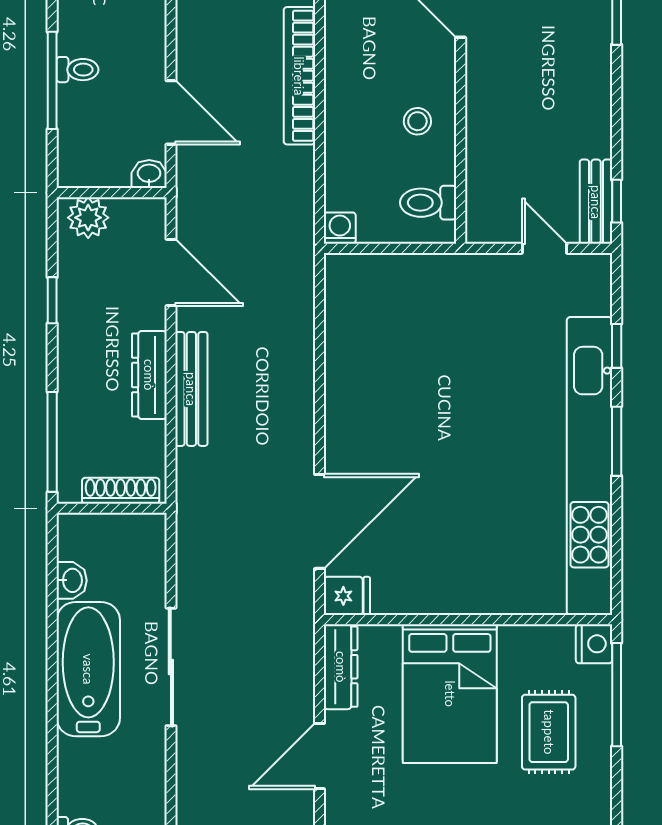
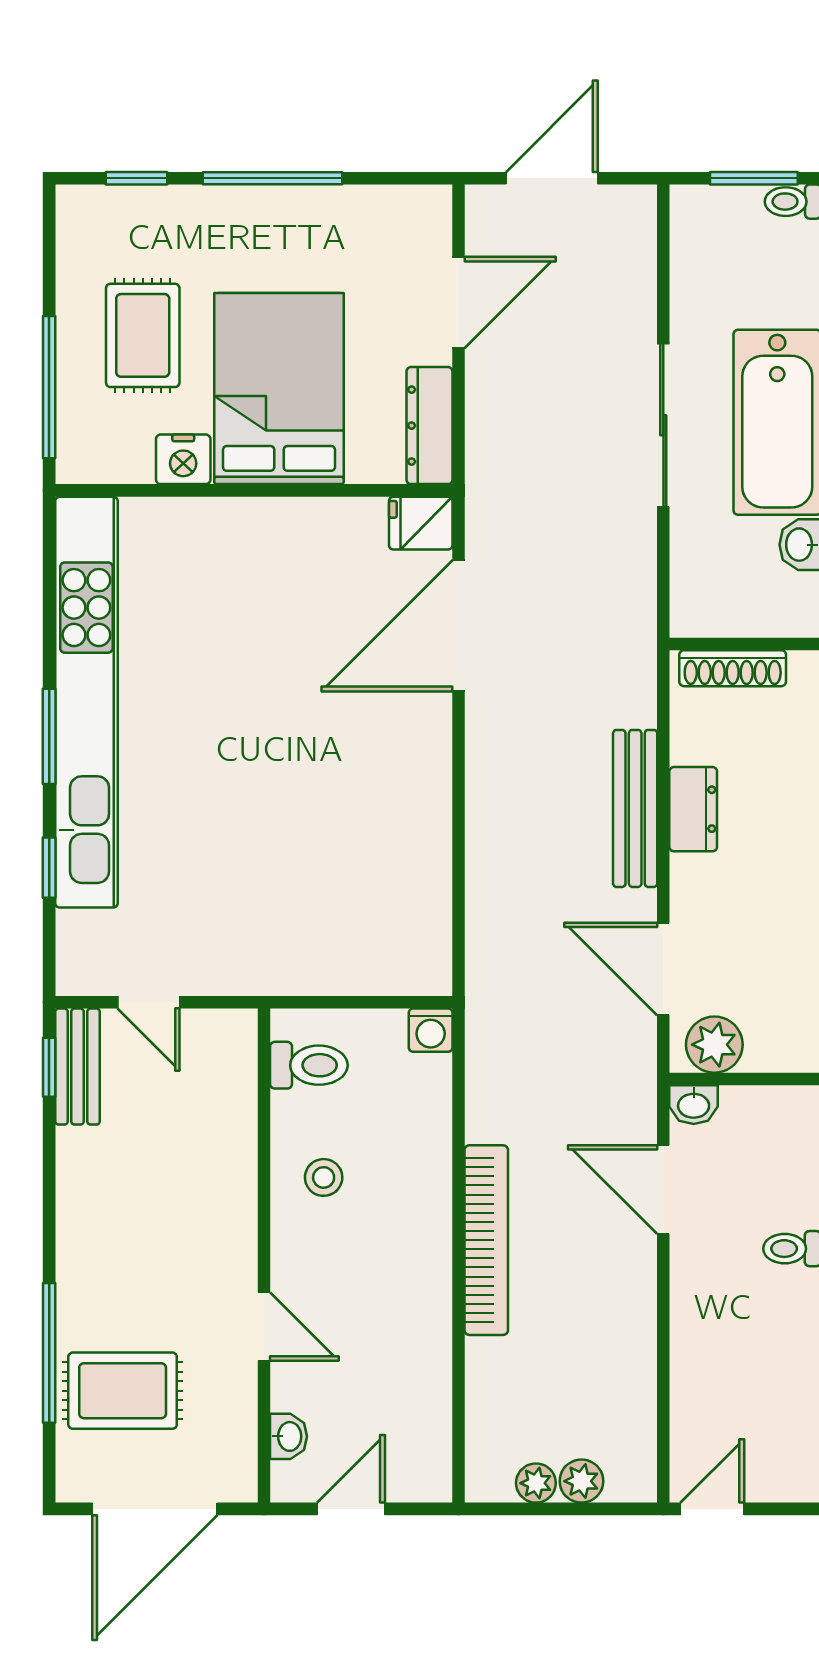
plant: (88, 218) -> (714, 1045), moved
dresser: (149, 375) -> (693, 809), width x0.70
nightstand: (594, 644) -> (183, 459), moved, turned -90

